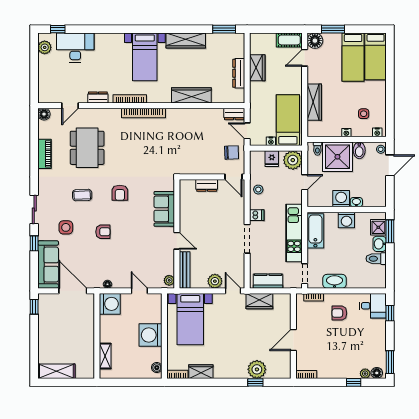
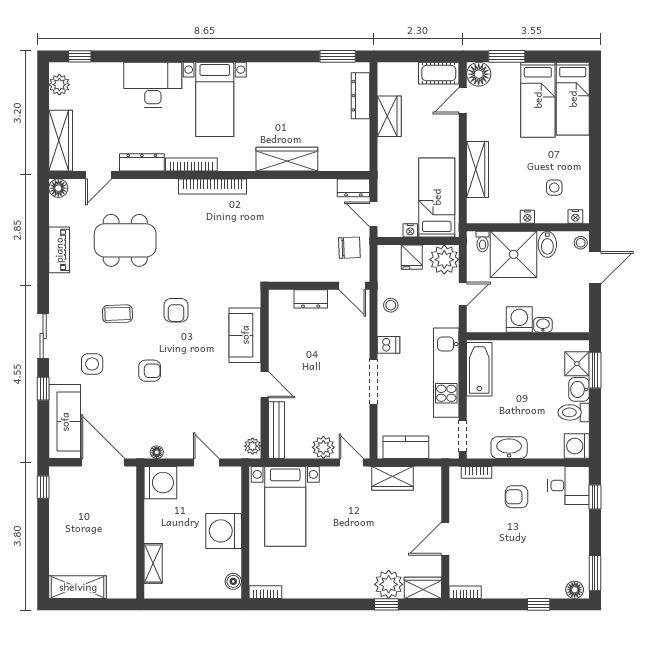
wardrobe: (186, 40) -> (61, 141), moved, turned -90
desk: (75, 48) -> (153, 85), moved
dresser: (239, 73) -> (360, 96), moved
dresser: (98, 97) -> (142, 162), width x1.44
dining table: (87, 148) -> (125, 240), turned 90
washing machine: (346, 220) -> (577, 446), moved, turned 90
wardrobe: (201, 372) -> (423, 588), moved
plant: (365, 374) -> (557, 591), removed

